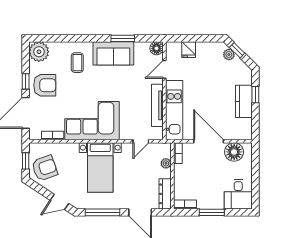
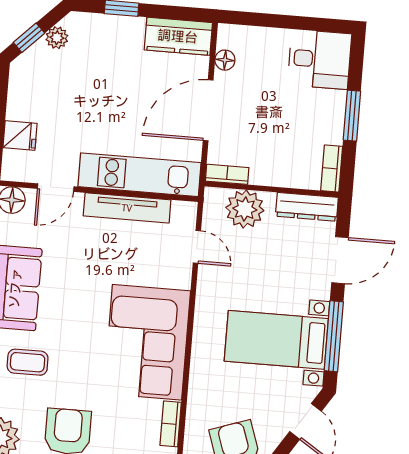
plant: (229, 55) -> (57, 38), moved
door: (164, 69) -> (56, 188), hinge flipped
kitchen counter: (244, 101) -> (178, 36), moved
floor lamp: (234, 152) -> (225, 60), width x0.53, depth x0.53
plant: (166, 163) -> (245, 209), width x1.87, depth x1.87
bed with nightstands: (100, 167) -> (276, 340), moved, turned 180

